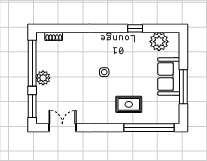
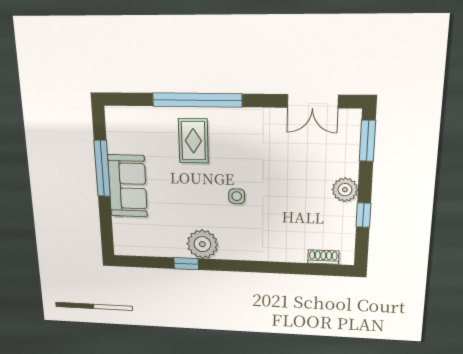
plant: (159, 42) -> (202, 244), moved
window: (32, 63) -> (363, 215), width x0.32
rug: (129, 104) -> (193, 141), turned 90
window: (149, 128) -> (197, 100), moved

